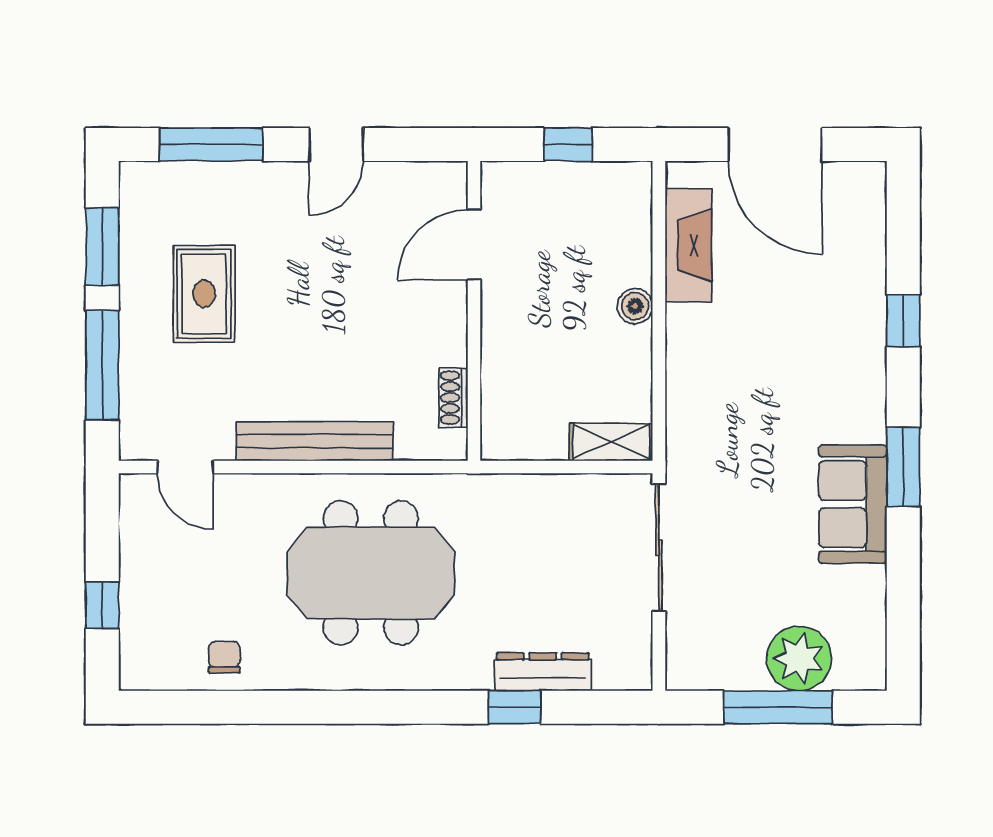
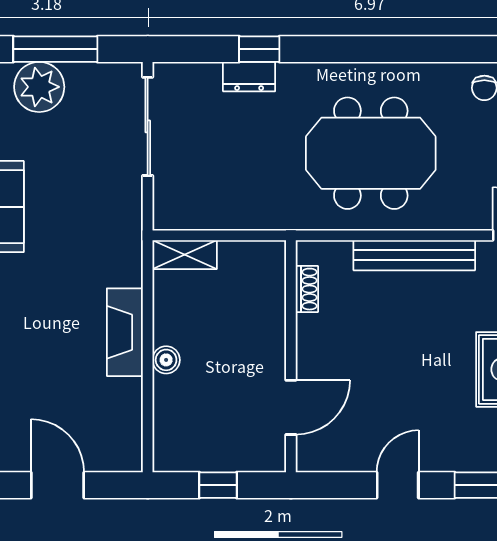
door: (775, 144) -> (58, 485), width x0.73
fireplace: (688, 245) -> (125, 332), moved
sliding door: (659, 547) -> (148, 126), moved
dresser: (543, 672) -> (249, 77), width x0.70

